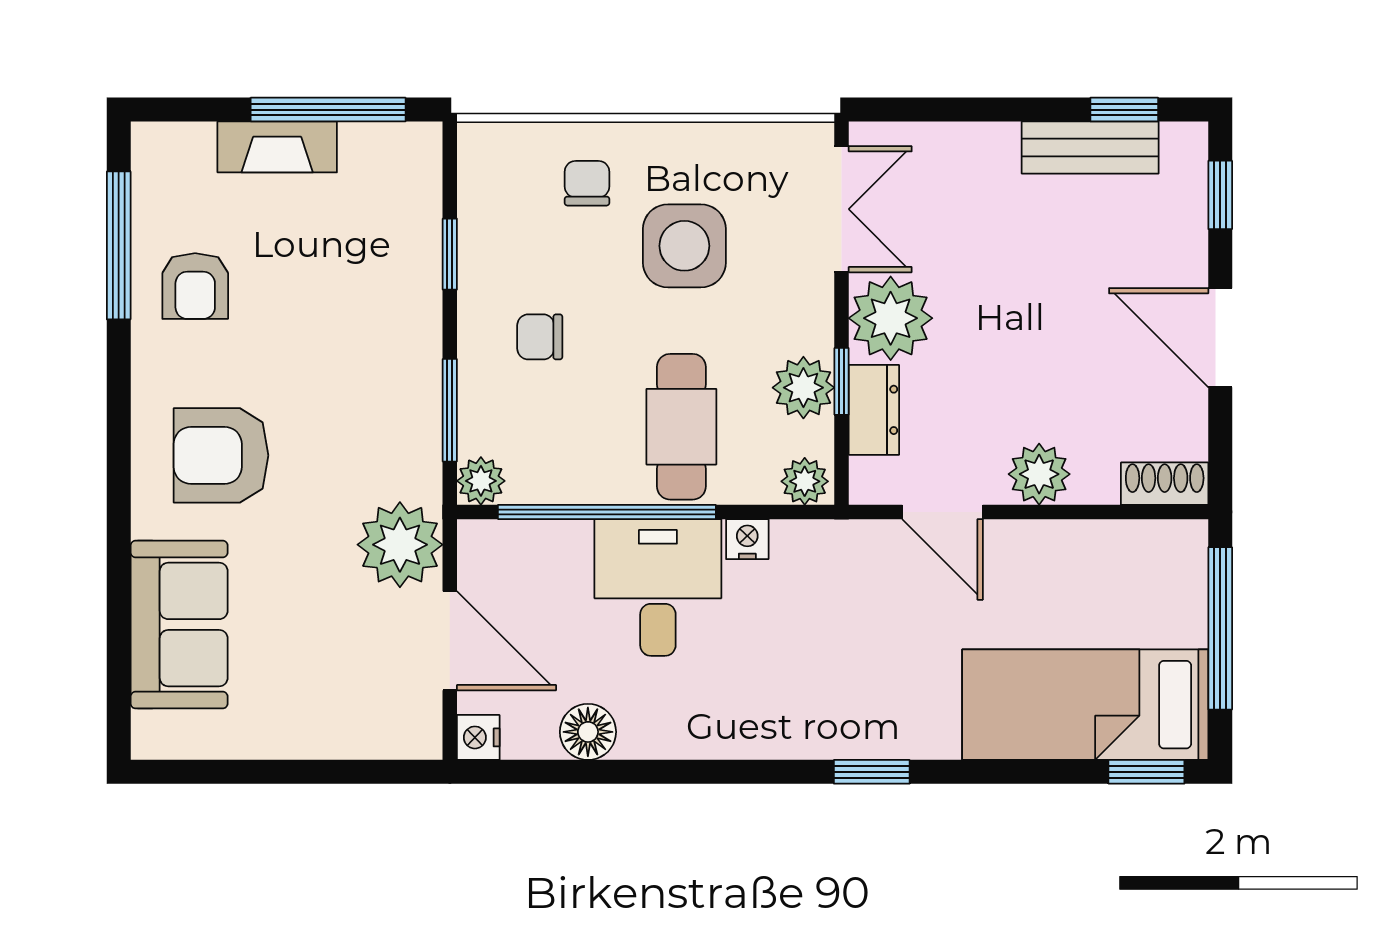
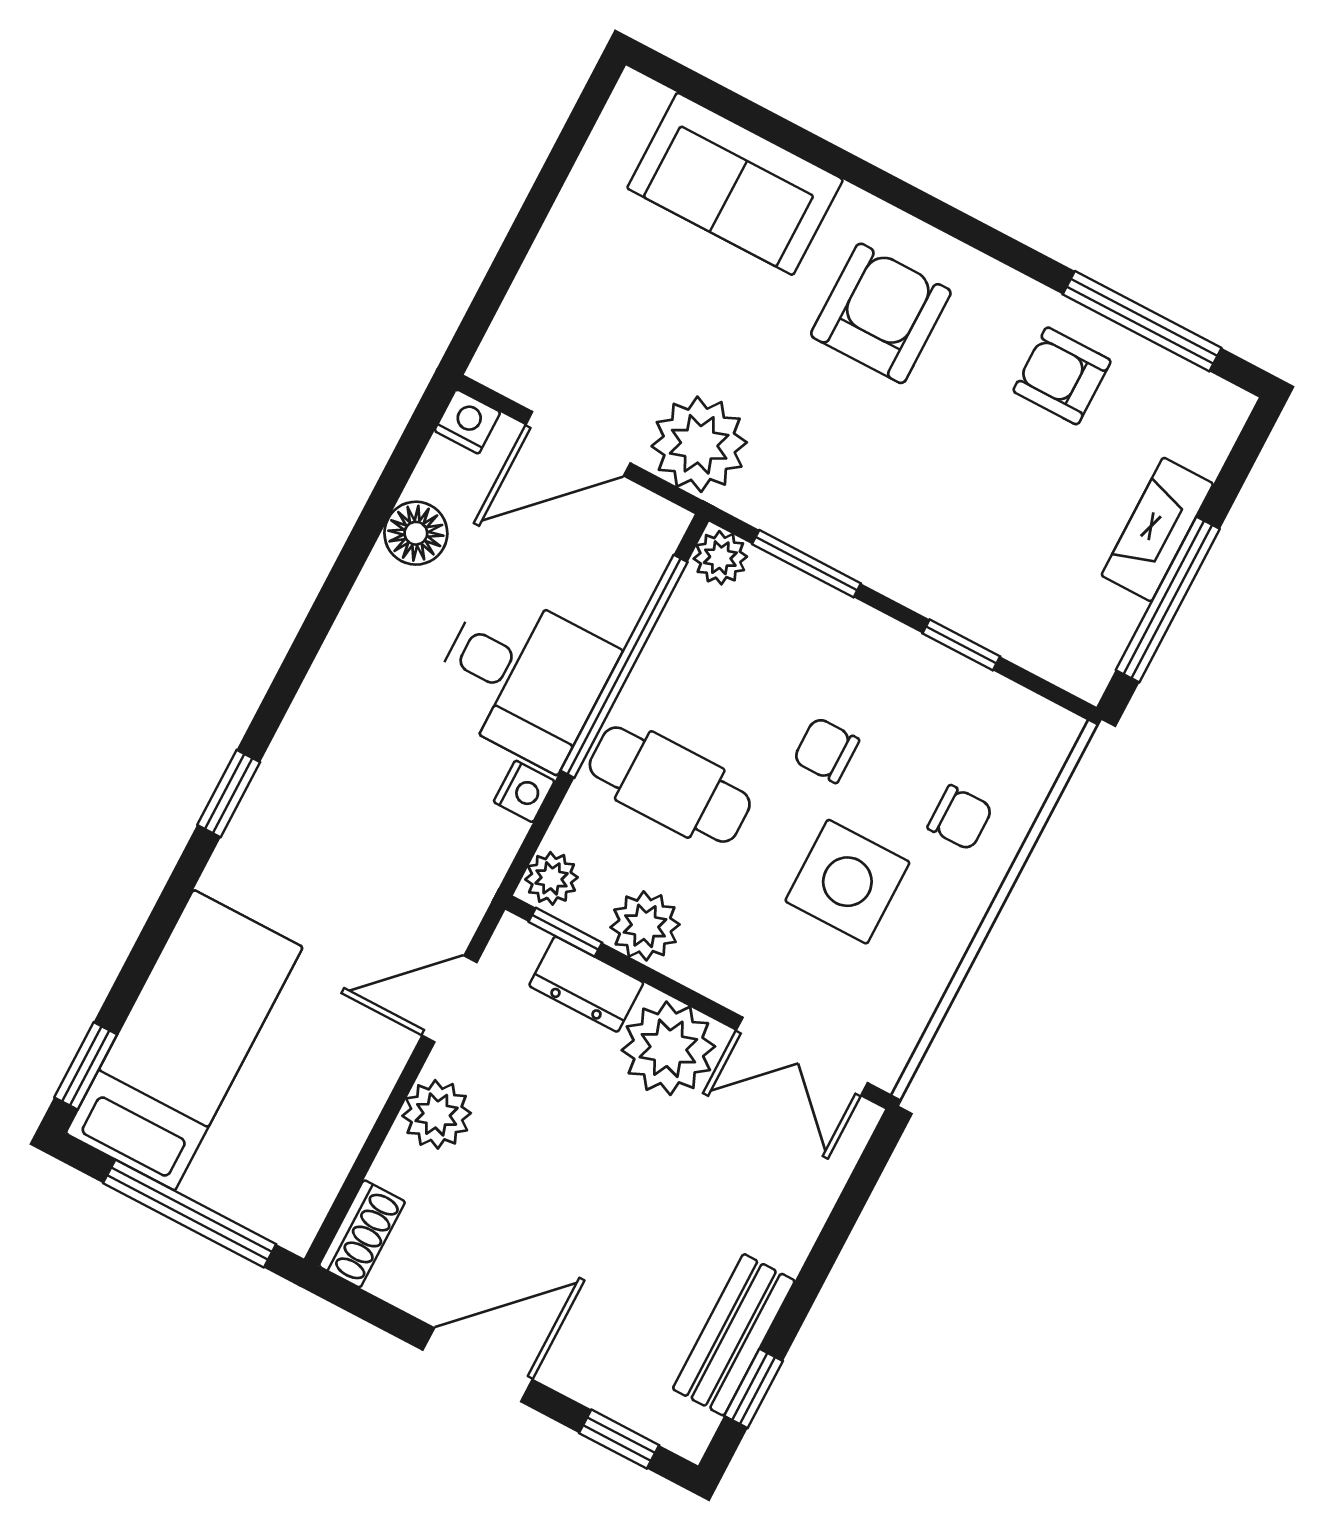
chair: (540, 337) -> (826, 750), moved, turned -90
window: (842, 381) -> (565, 932), moved

